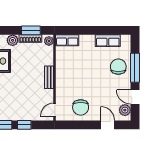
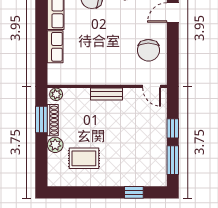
row of seats: (67, 40) -> (55, 47), moved
chair: (81, 107) -> (148, 50), turned 90

